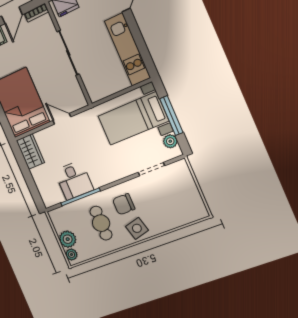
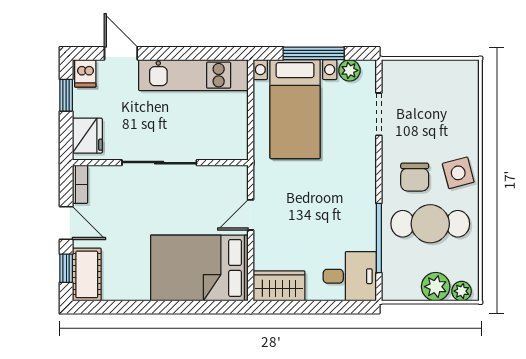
desk: (74, 180) -> (350, 276), moved
cafe table: (101, 223) -> (430, 224), width x1.37, depth x1.35

